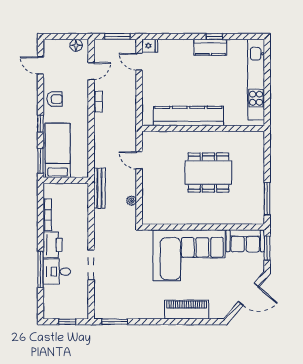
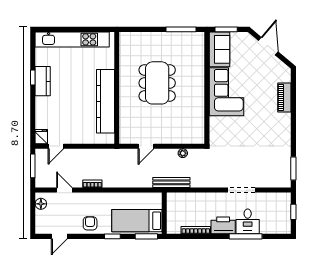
corner sofa: (189, 255) -> (227, 92), width x0.73, depth x0.74
piano: (187, 310) -> (284, 97), width x0.73, depth x0.75

